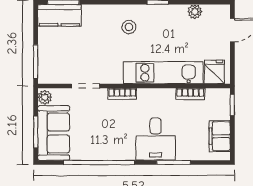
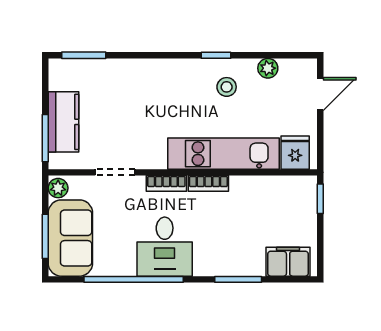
kitchen counter: (59, 15) -> (63, 122), moved, turned -90
stool: (129, 27) -> (227, 87), moved
bookcase: (190, 94) -> (208, 183), moved
filing cabinet: (220, 136) -> (288, 262), moved, turned 90
desk: (156, 139) -> (165, 247), moved

